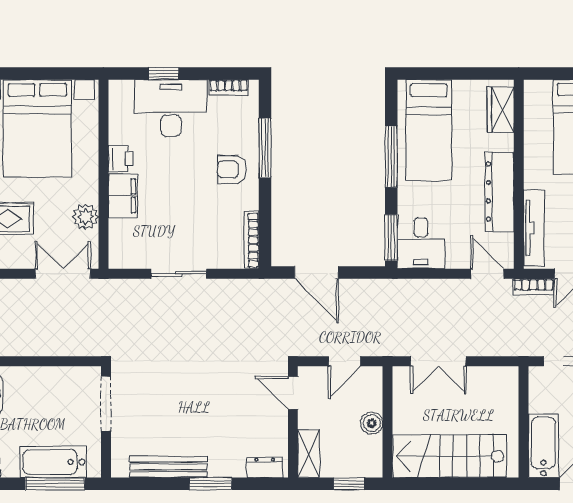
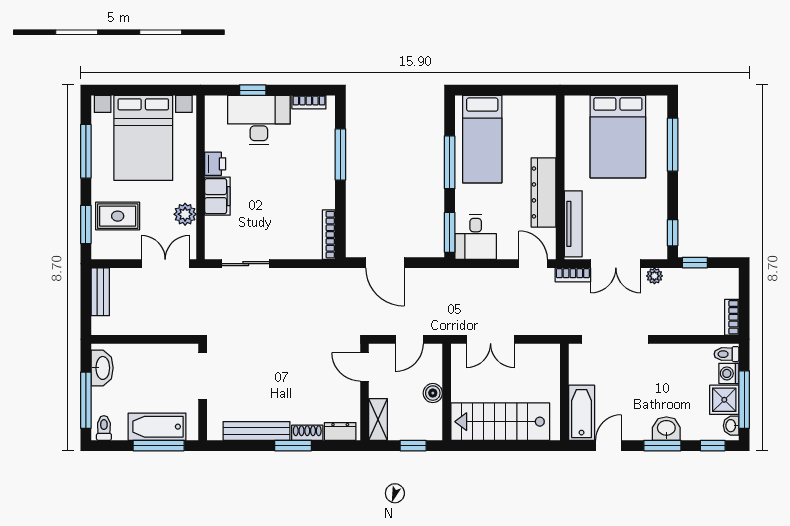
wardrobe: (501, 110) -> (544, 121), removed
armchair: (232, 170) -> (312, 173), removed
sliding door: (179, 274) -> (246, 264), moved
shoe rack: (227, 469) -> (307, 433), added

